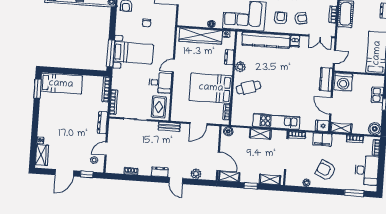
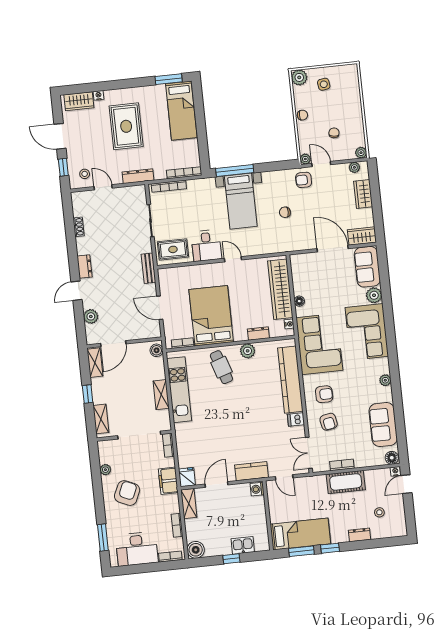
washing machine: (343, 82) -> (257, 489), width x0.53, depth x0.53
kitchen unit: (276, 121) -> (179, 390), moved
rug: (66, 125) -> (126, 126), added

